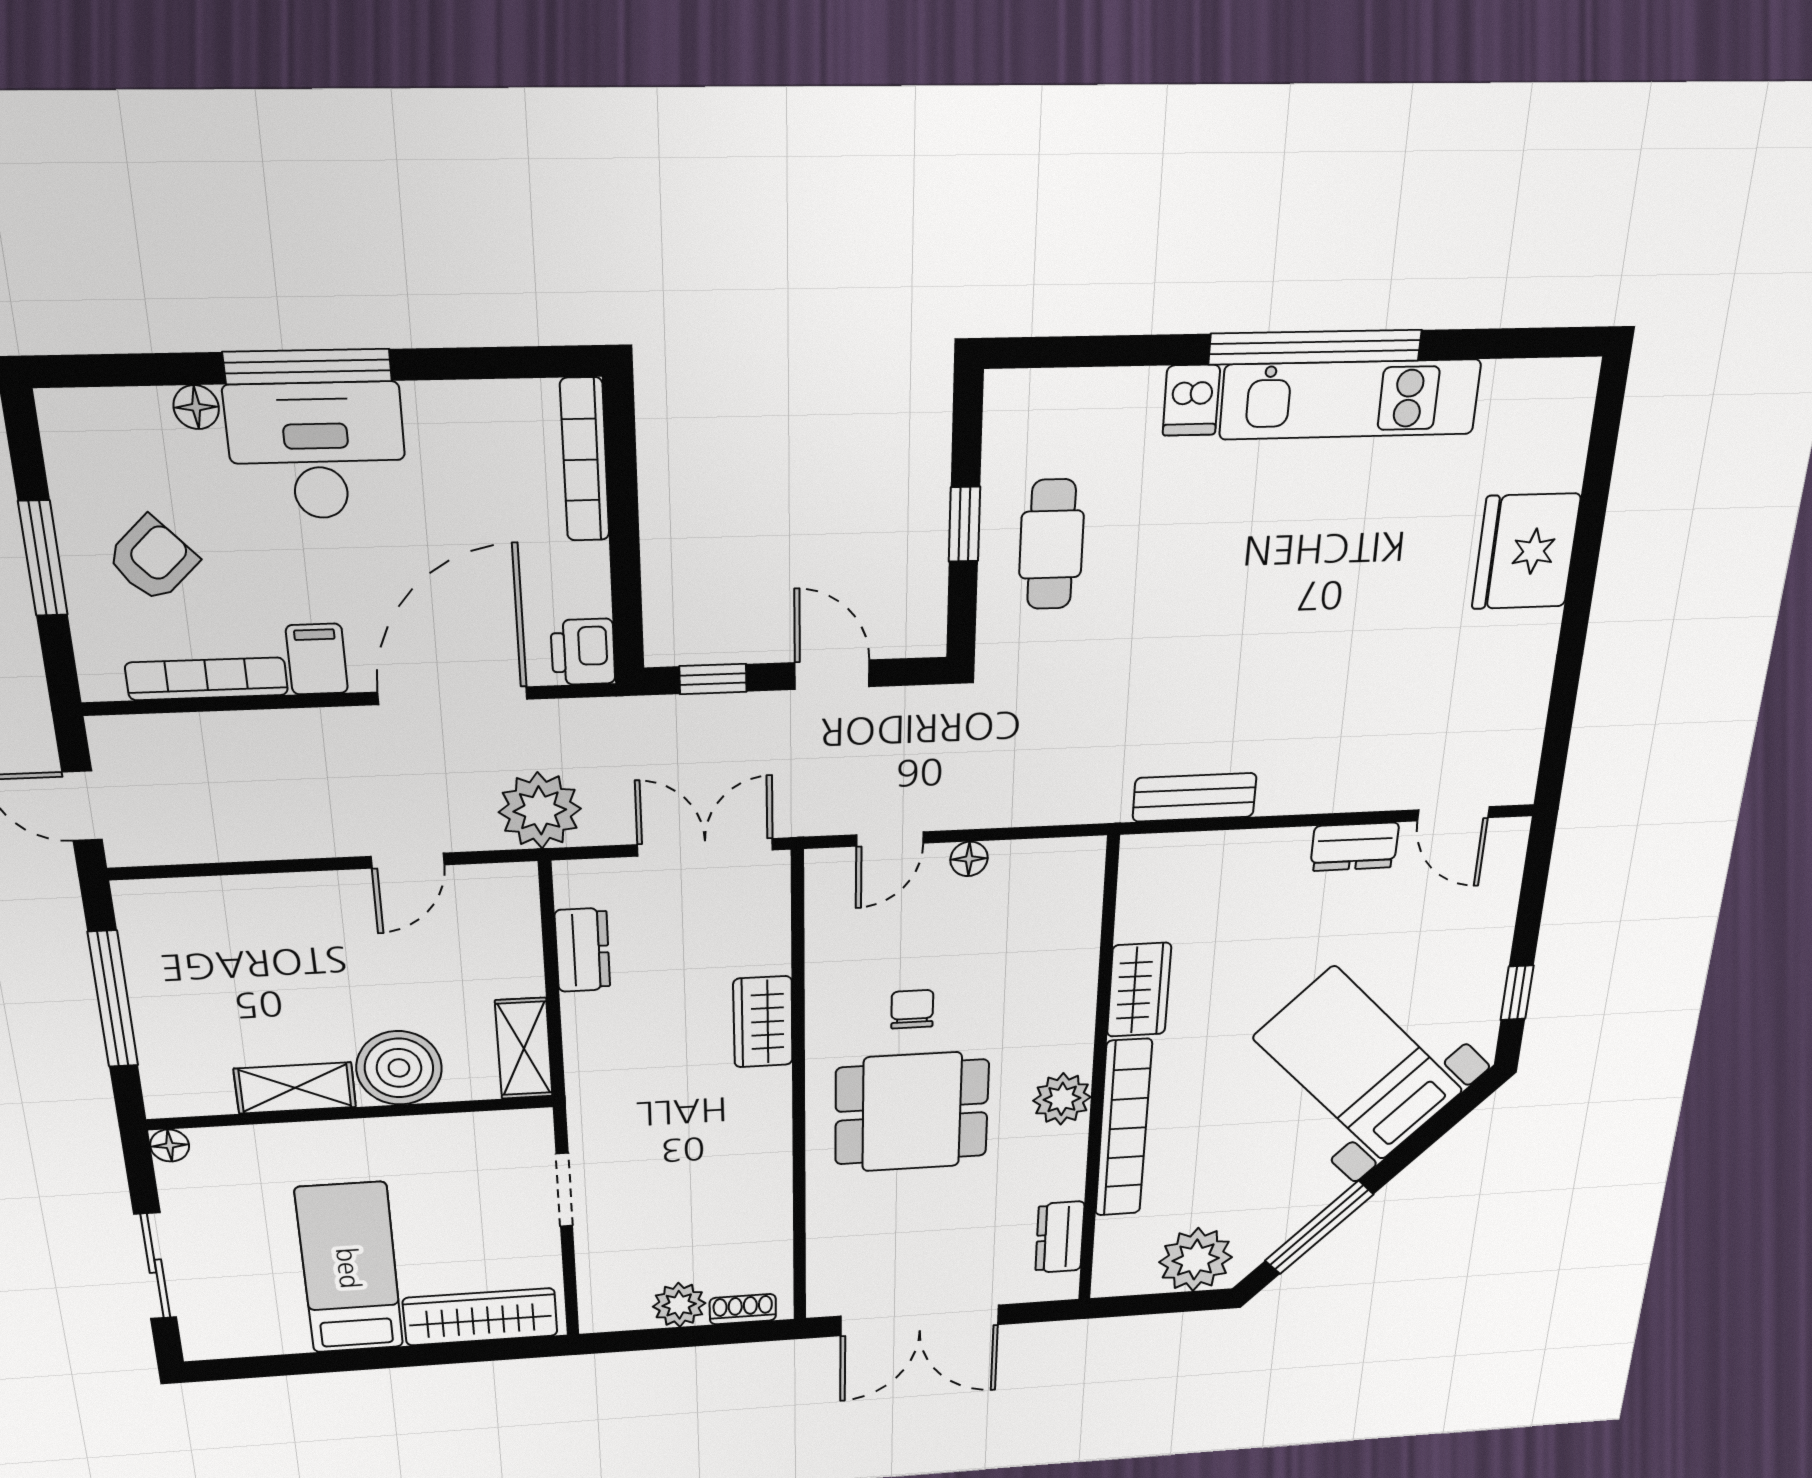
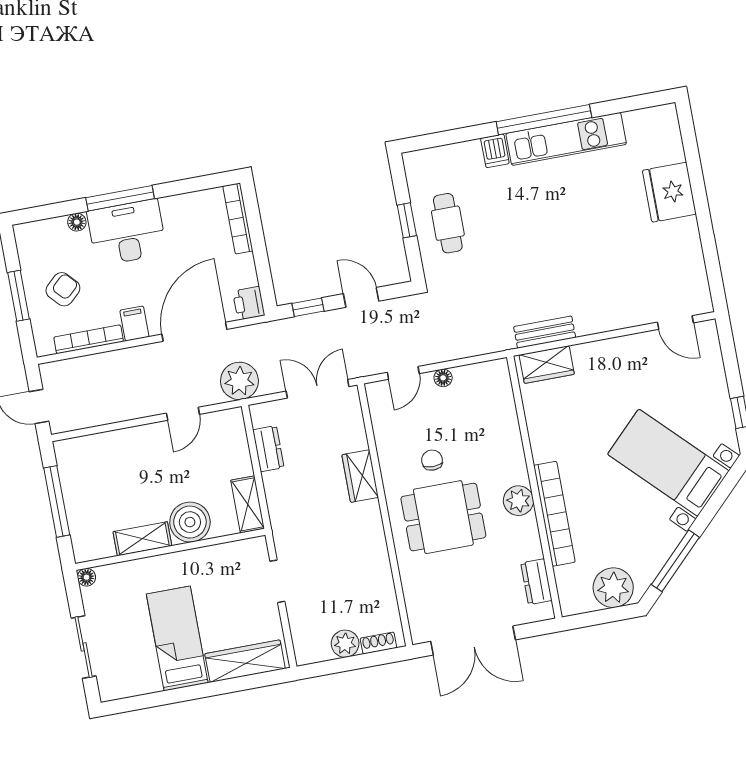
dresser: (1354, 847) -> (631, 346), removed
wardrobe: (1139, 990) -> (547, 365), moved, turned 90

